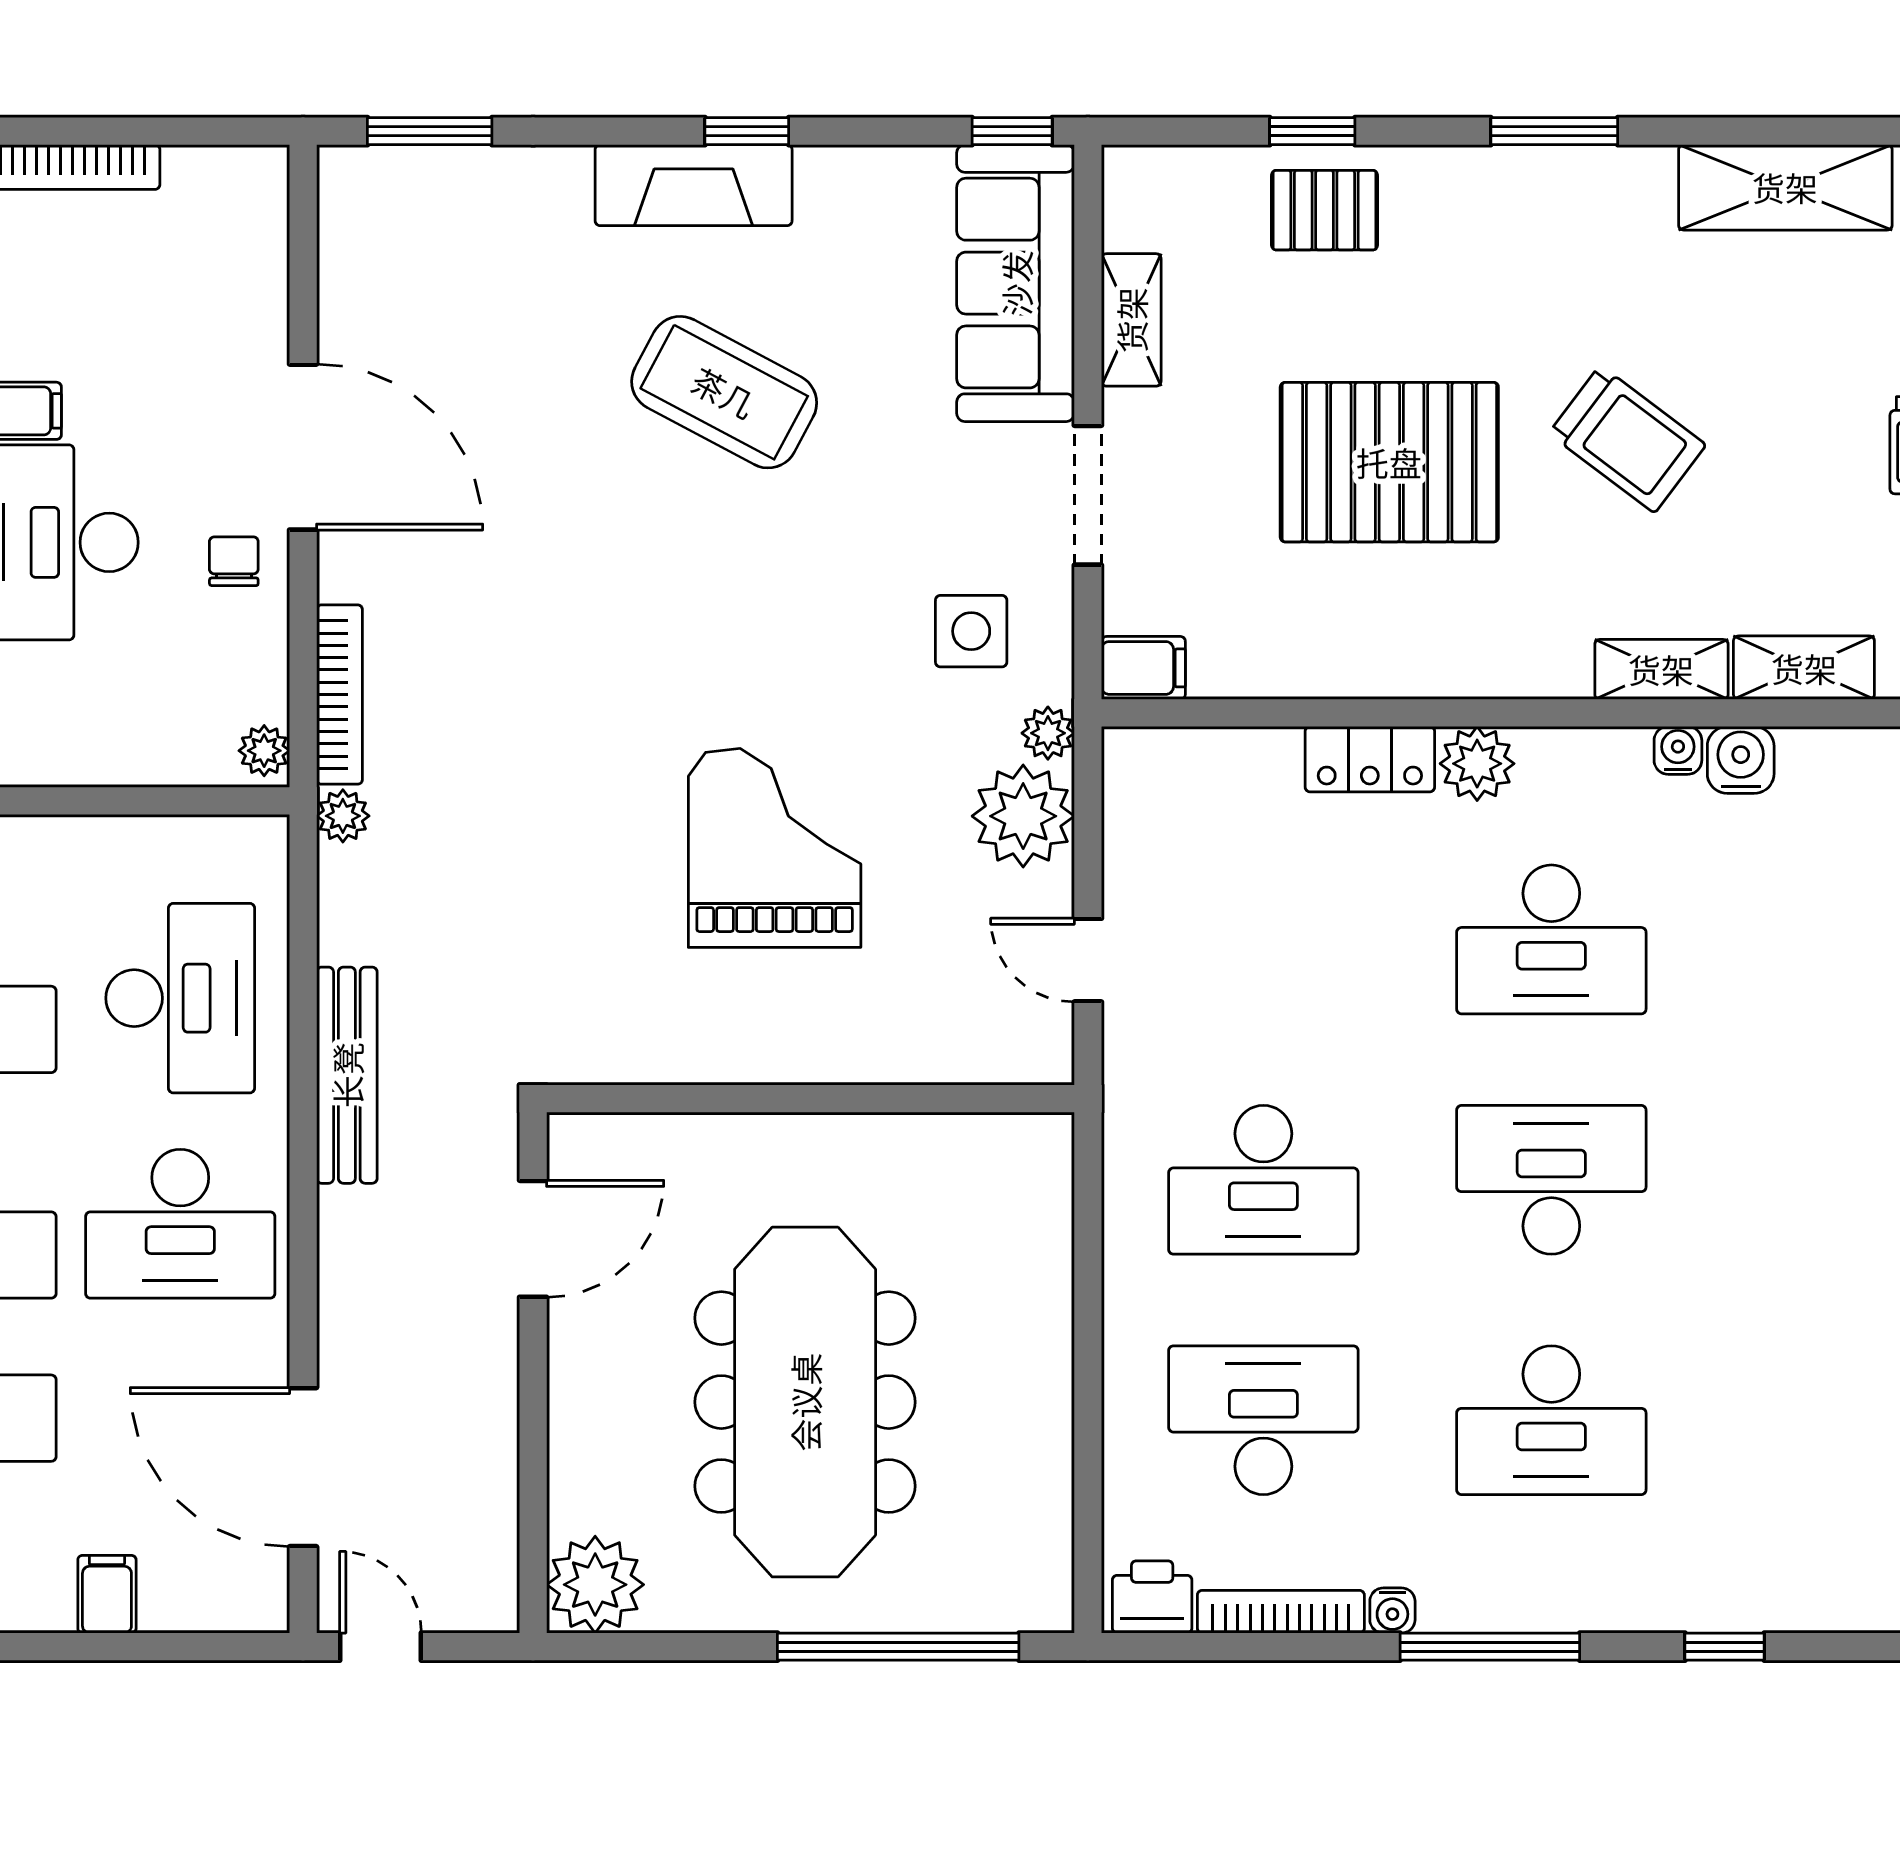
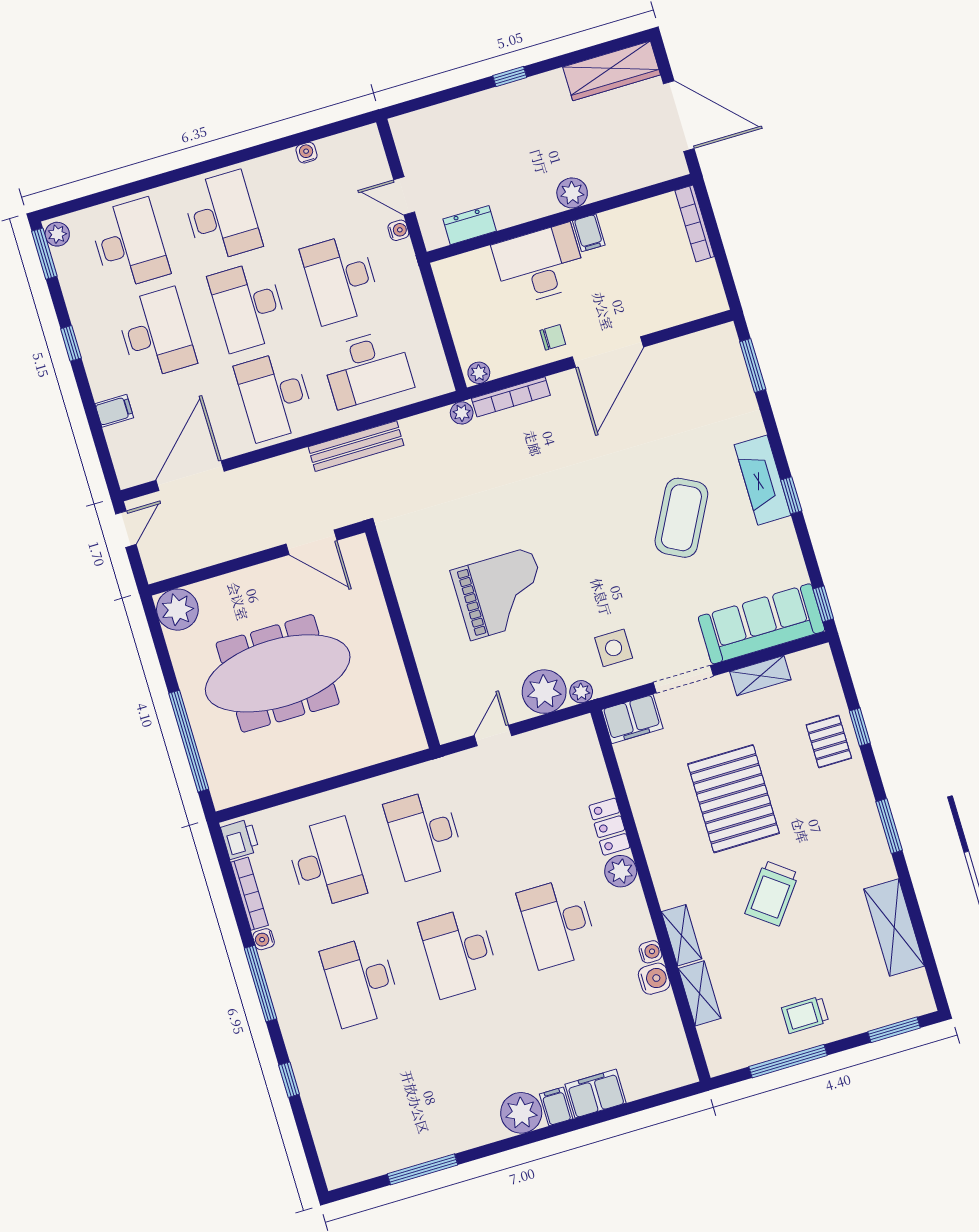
filing cabinet: (1143, 668) -> (632, 719), width x2.00
desk: (1551, 1180) -> (459, 952), turned 180

